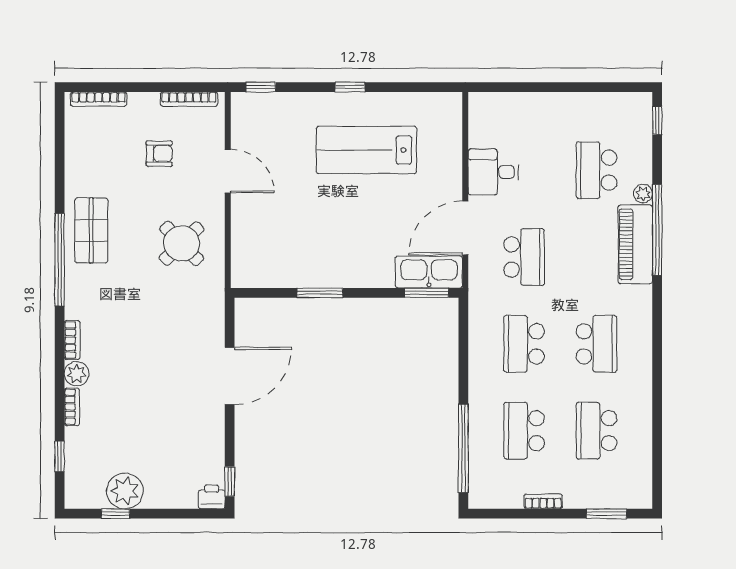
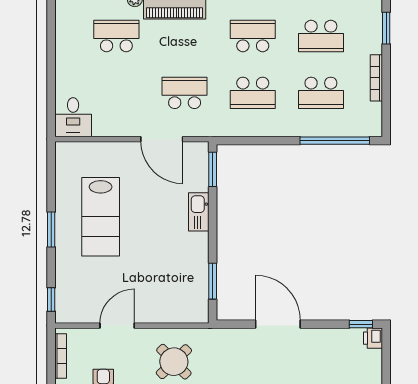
window: (350, 87) -> (51, 230), width x1.50
school desk: (596, 170) -> (116, 36), turned 180
desk: (493, 172) -> (73, 117), moved
kitchen sink: (429, 272) -> (199, 212), moved, width x0.73, depth x0.81
window: (320, 293) -> (213, 281), moved
bookcase: (543, 501) -> (376, 78), width x1.56

